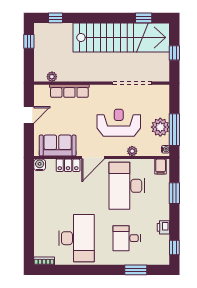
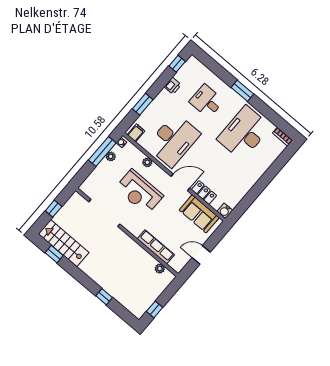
window: (55, 18) -> (104, 297), moved
stairs: (121, 37) -> (64, 243), width x0.54, depth x0.66
plant: (160, 127) -> (111, 156), width x0.53, depth x0.53
desk: (127, 238) -> (207, 101), turned 180
window: (136, 270) -> (242, 91), moved

